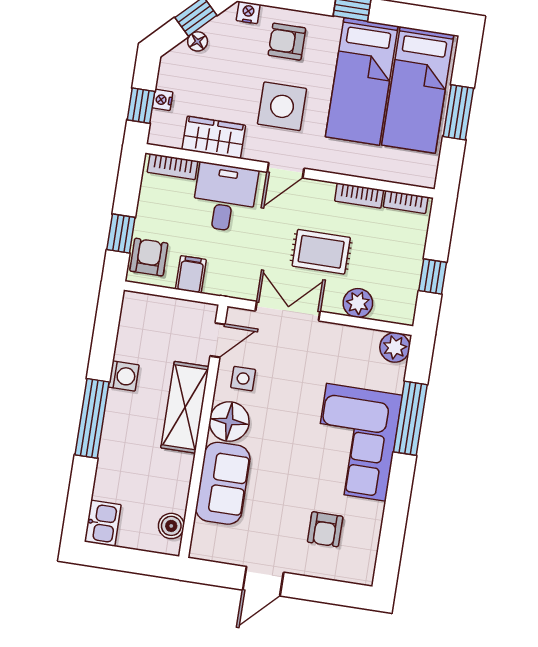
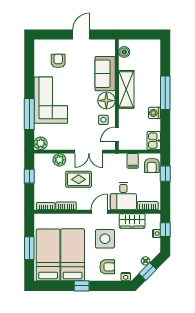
shelving: (185, 407) -> (126, 89), moved
kitchen sink: (103, 523) -> (154, 141), moved

